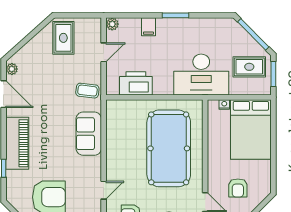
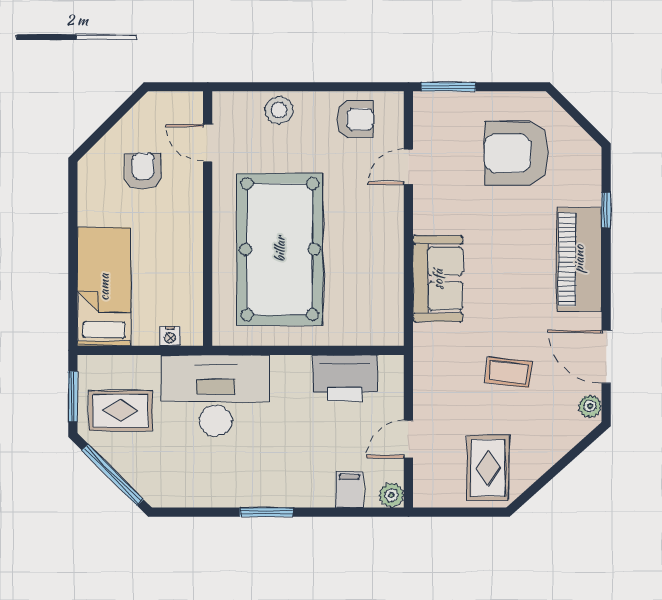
filing cabinet: (148, 27) -> (349, 490), moved
coffee table: (87, 91) -> (509, 372), moved
bed: (251, 130) -> (104, 287), width x0.67

